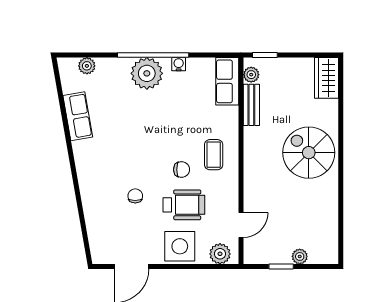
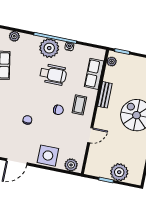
row of seats: (227, 81) -> (94, 74), moved
bench: (251, 105) -> (105, 95), moved
wheelchair: (184, 205) -> (53, 75), moved
door: (241, 225) -> (90, 135), moved
plant: (300, 256) -> (119, 172), width x1.88, depth x1.88

